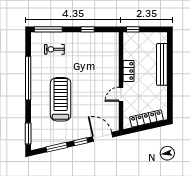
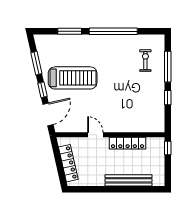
window: (48, 29) -> (168, 67), moved
locker: (129, 71) -> (128, 143), width x1.53
treadmill: (61, 99) -> (73, 78), moved
window: (28, 134) -> (70, 31), moved

